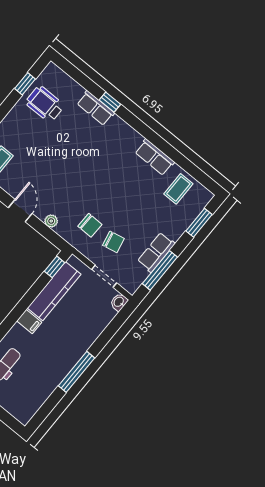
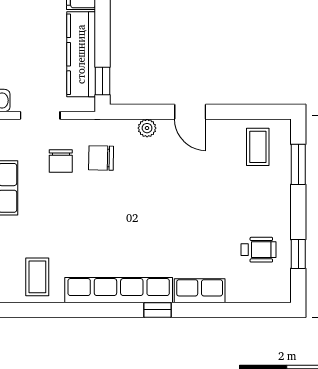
window: (110, 102) -> (157, 310), moved
wheelchair: (45, 104) -> (259, 250), width x0.73, depth x0.73
row of seats: (155, 157) -> (119, 290), width x2.02
chair: (113, 242) -> (61, 161), turned -78

